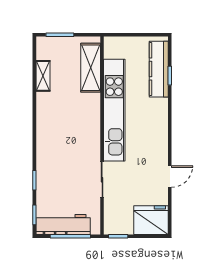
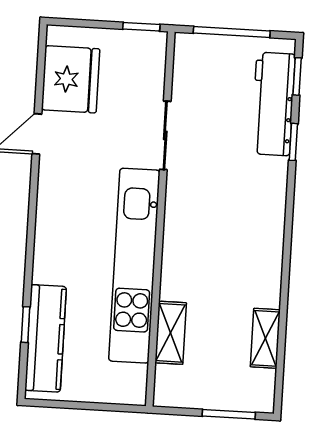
shelving: (91, 68) -> (171, 333), width x0.67, depth x0.75
fridge: (151, 220) -> (71, 79), moved, turned -90
workbench: (63, 224) -> (273, 104), moved, turned 90

